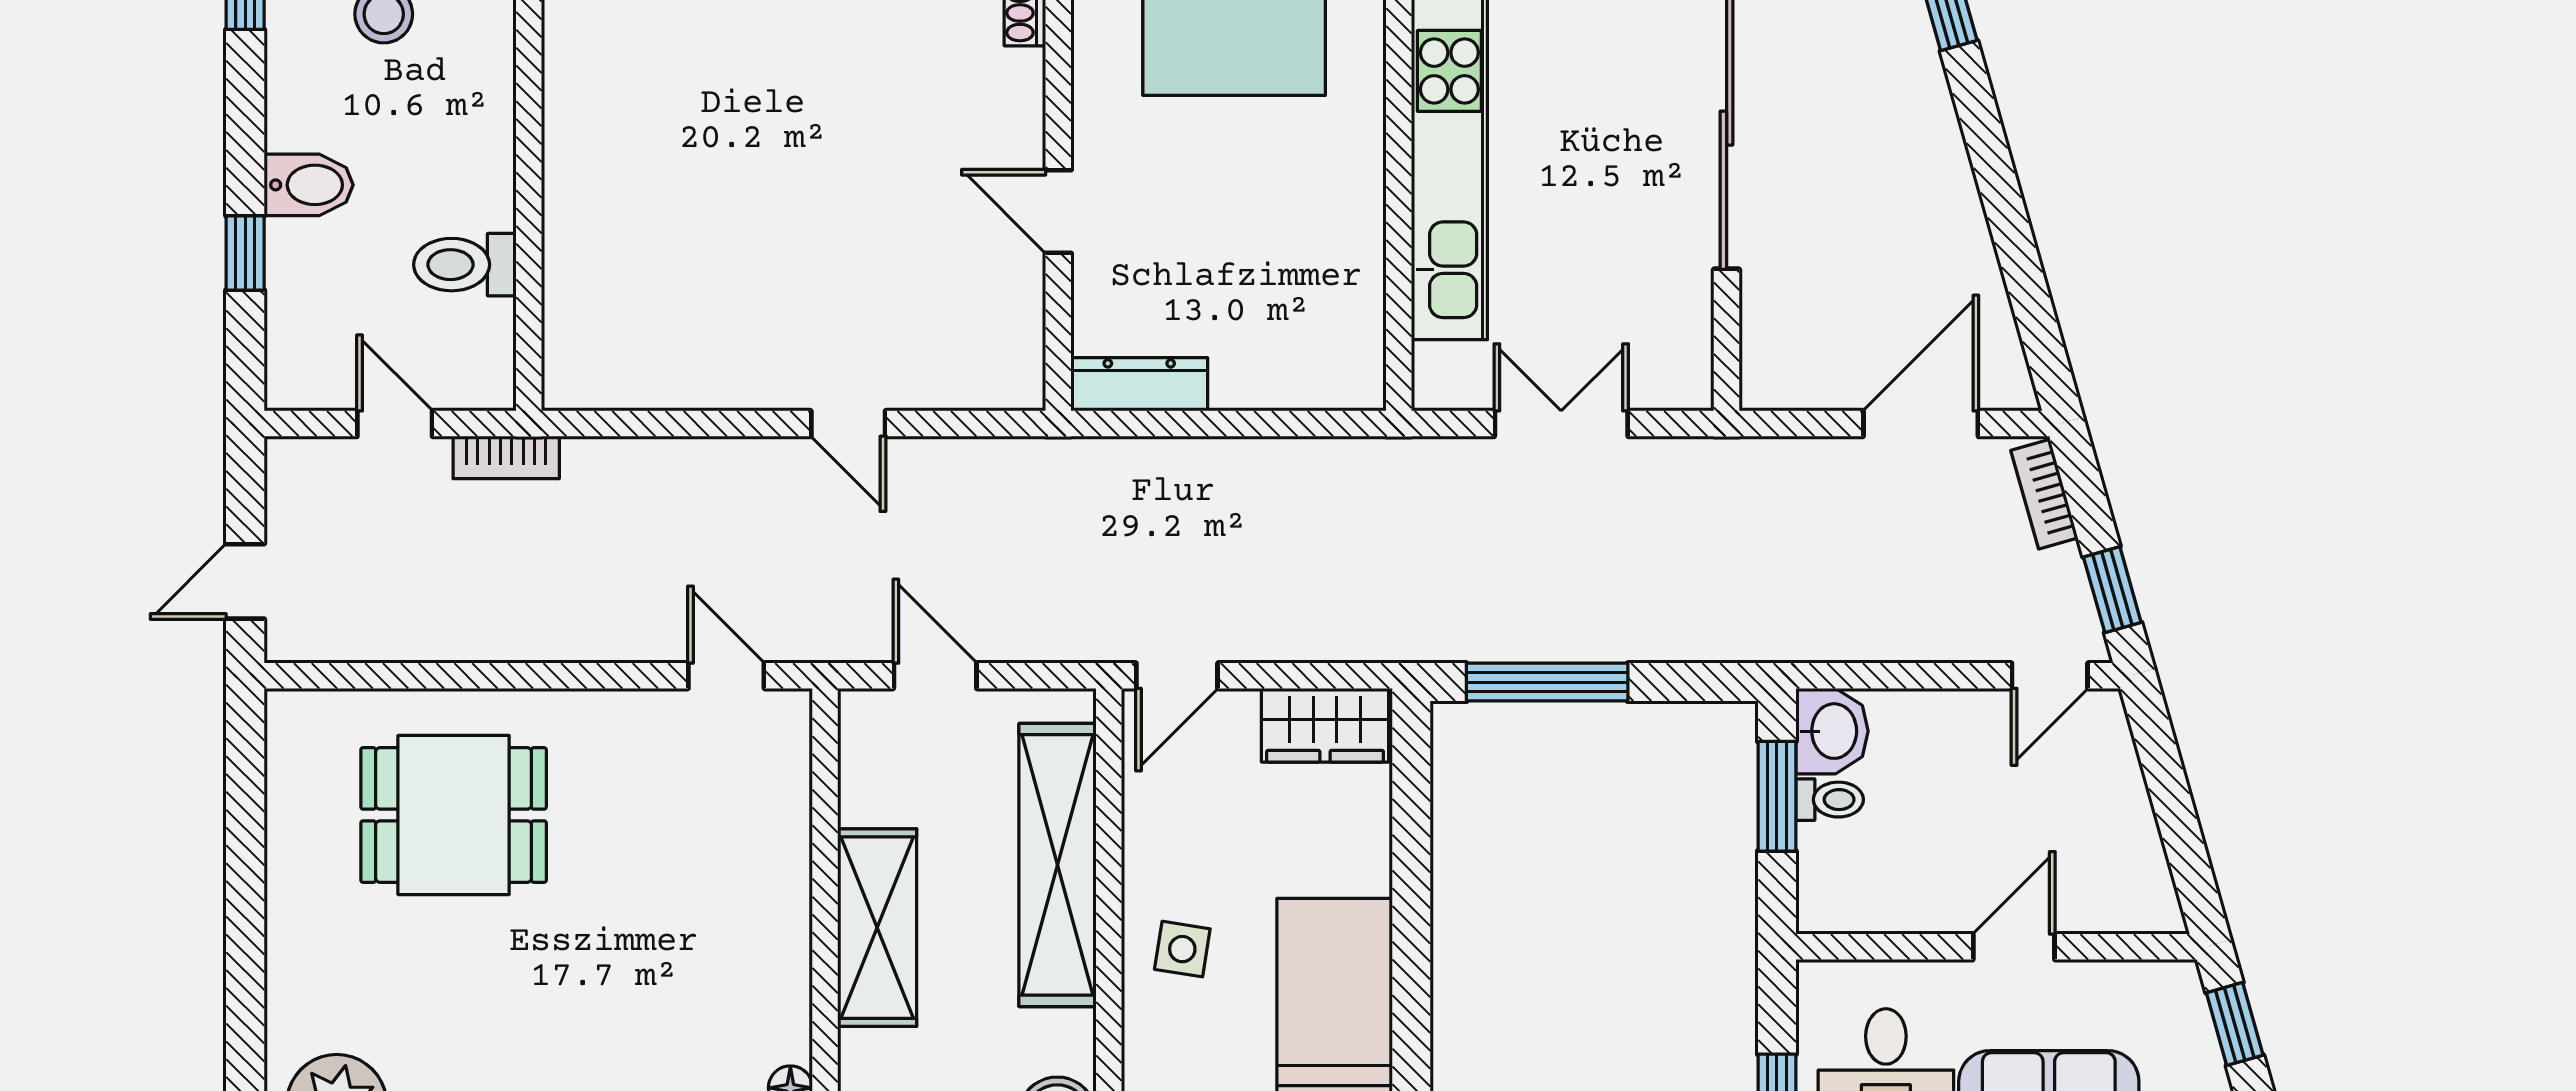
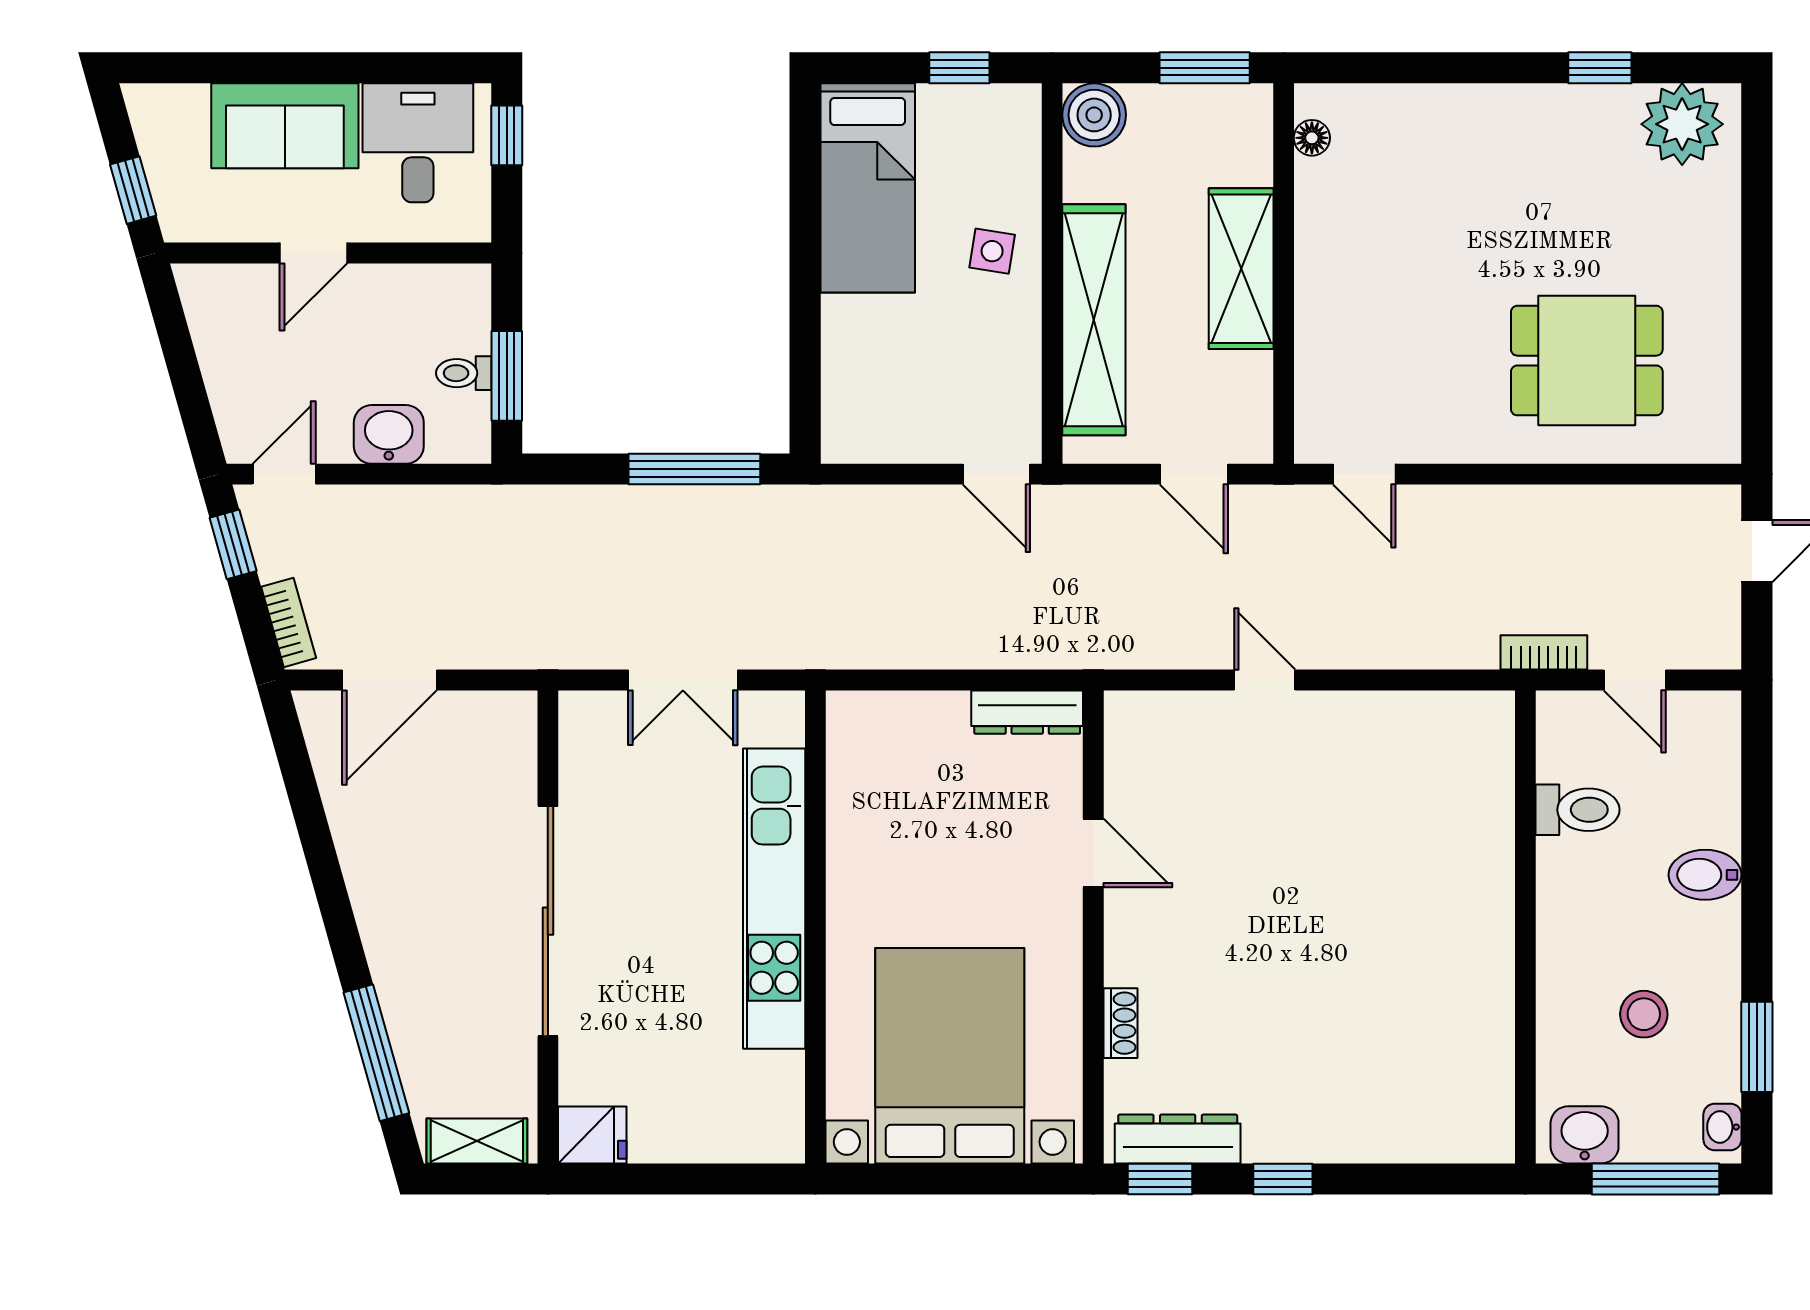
window: (245, 253) -> (1757, 819), removed
door: (1177, 676) -> (996, 474), swing flipped
wardrobe: (1325, 725) -> (876, 434), removed
washbasin: (1832, 731) -> (389, 434), moved, turned 90

